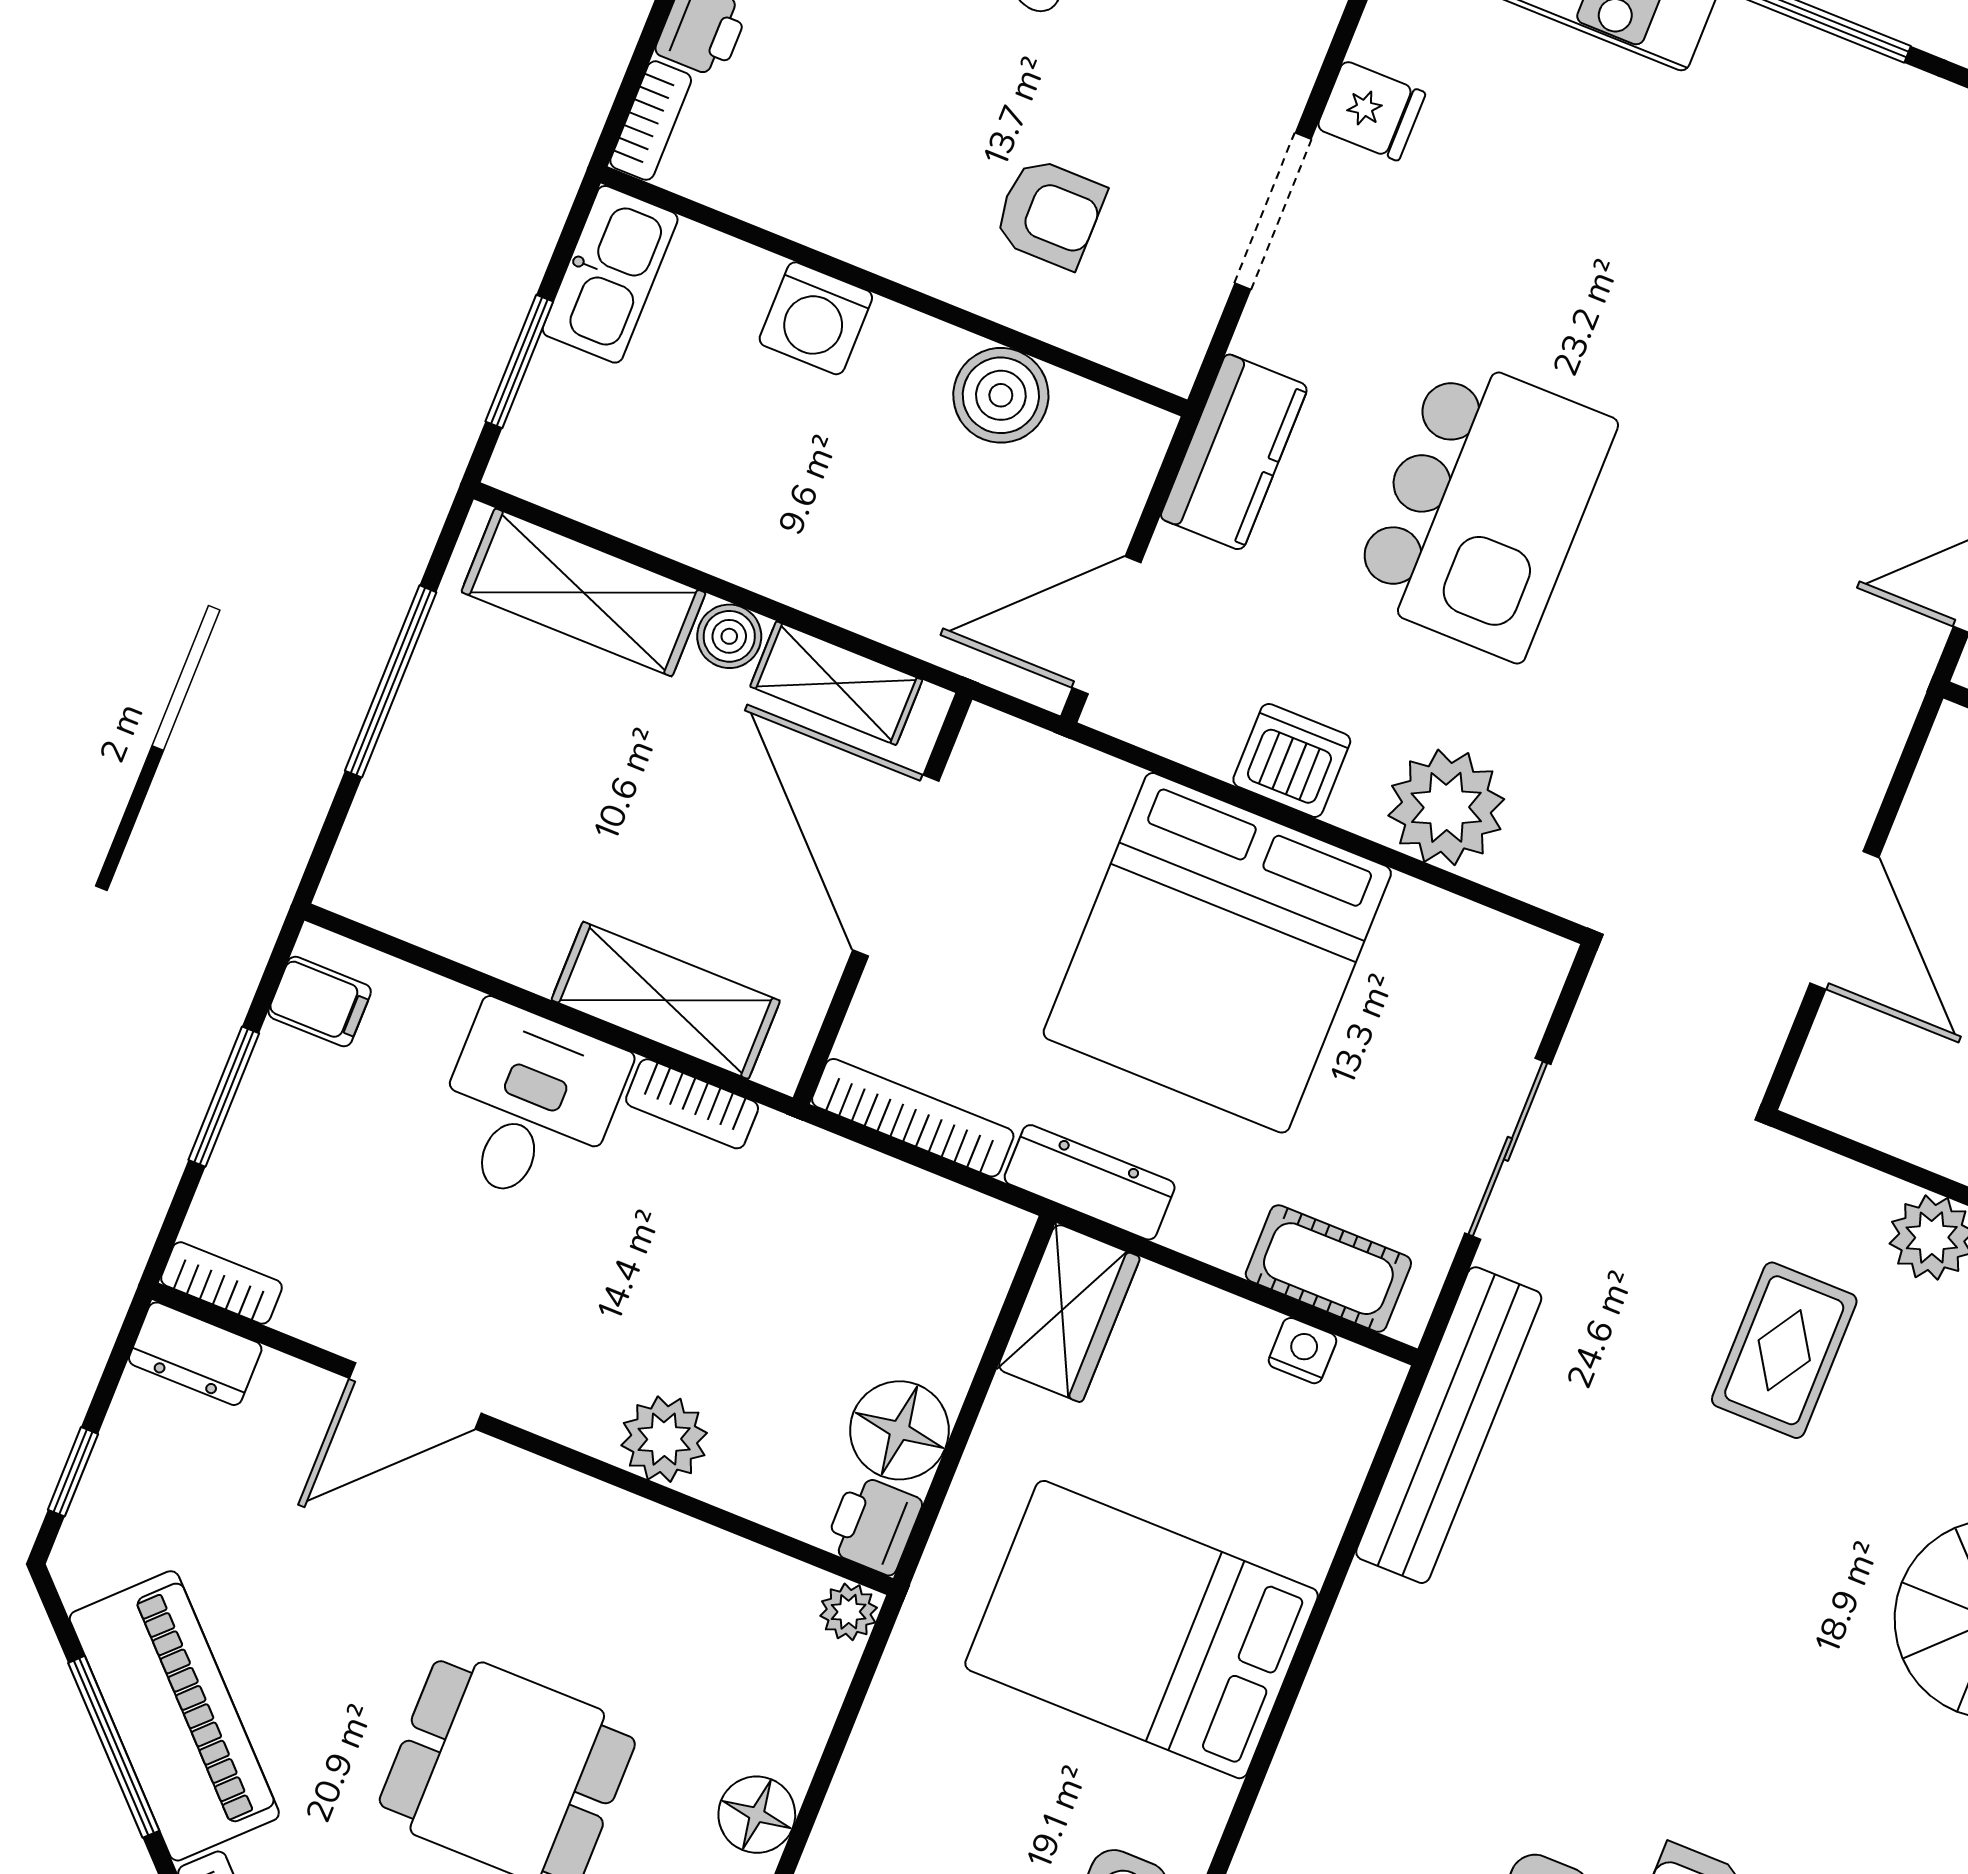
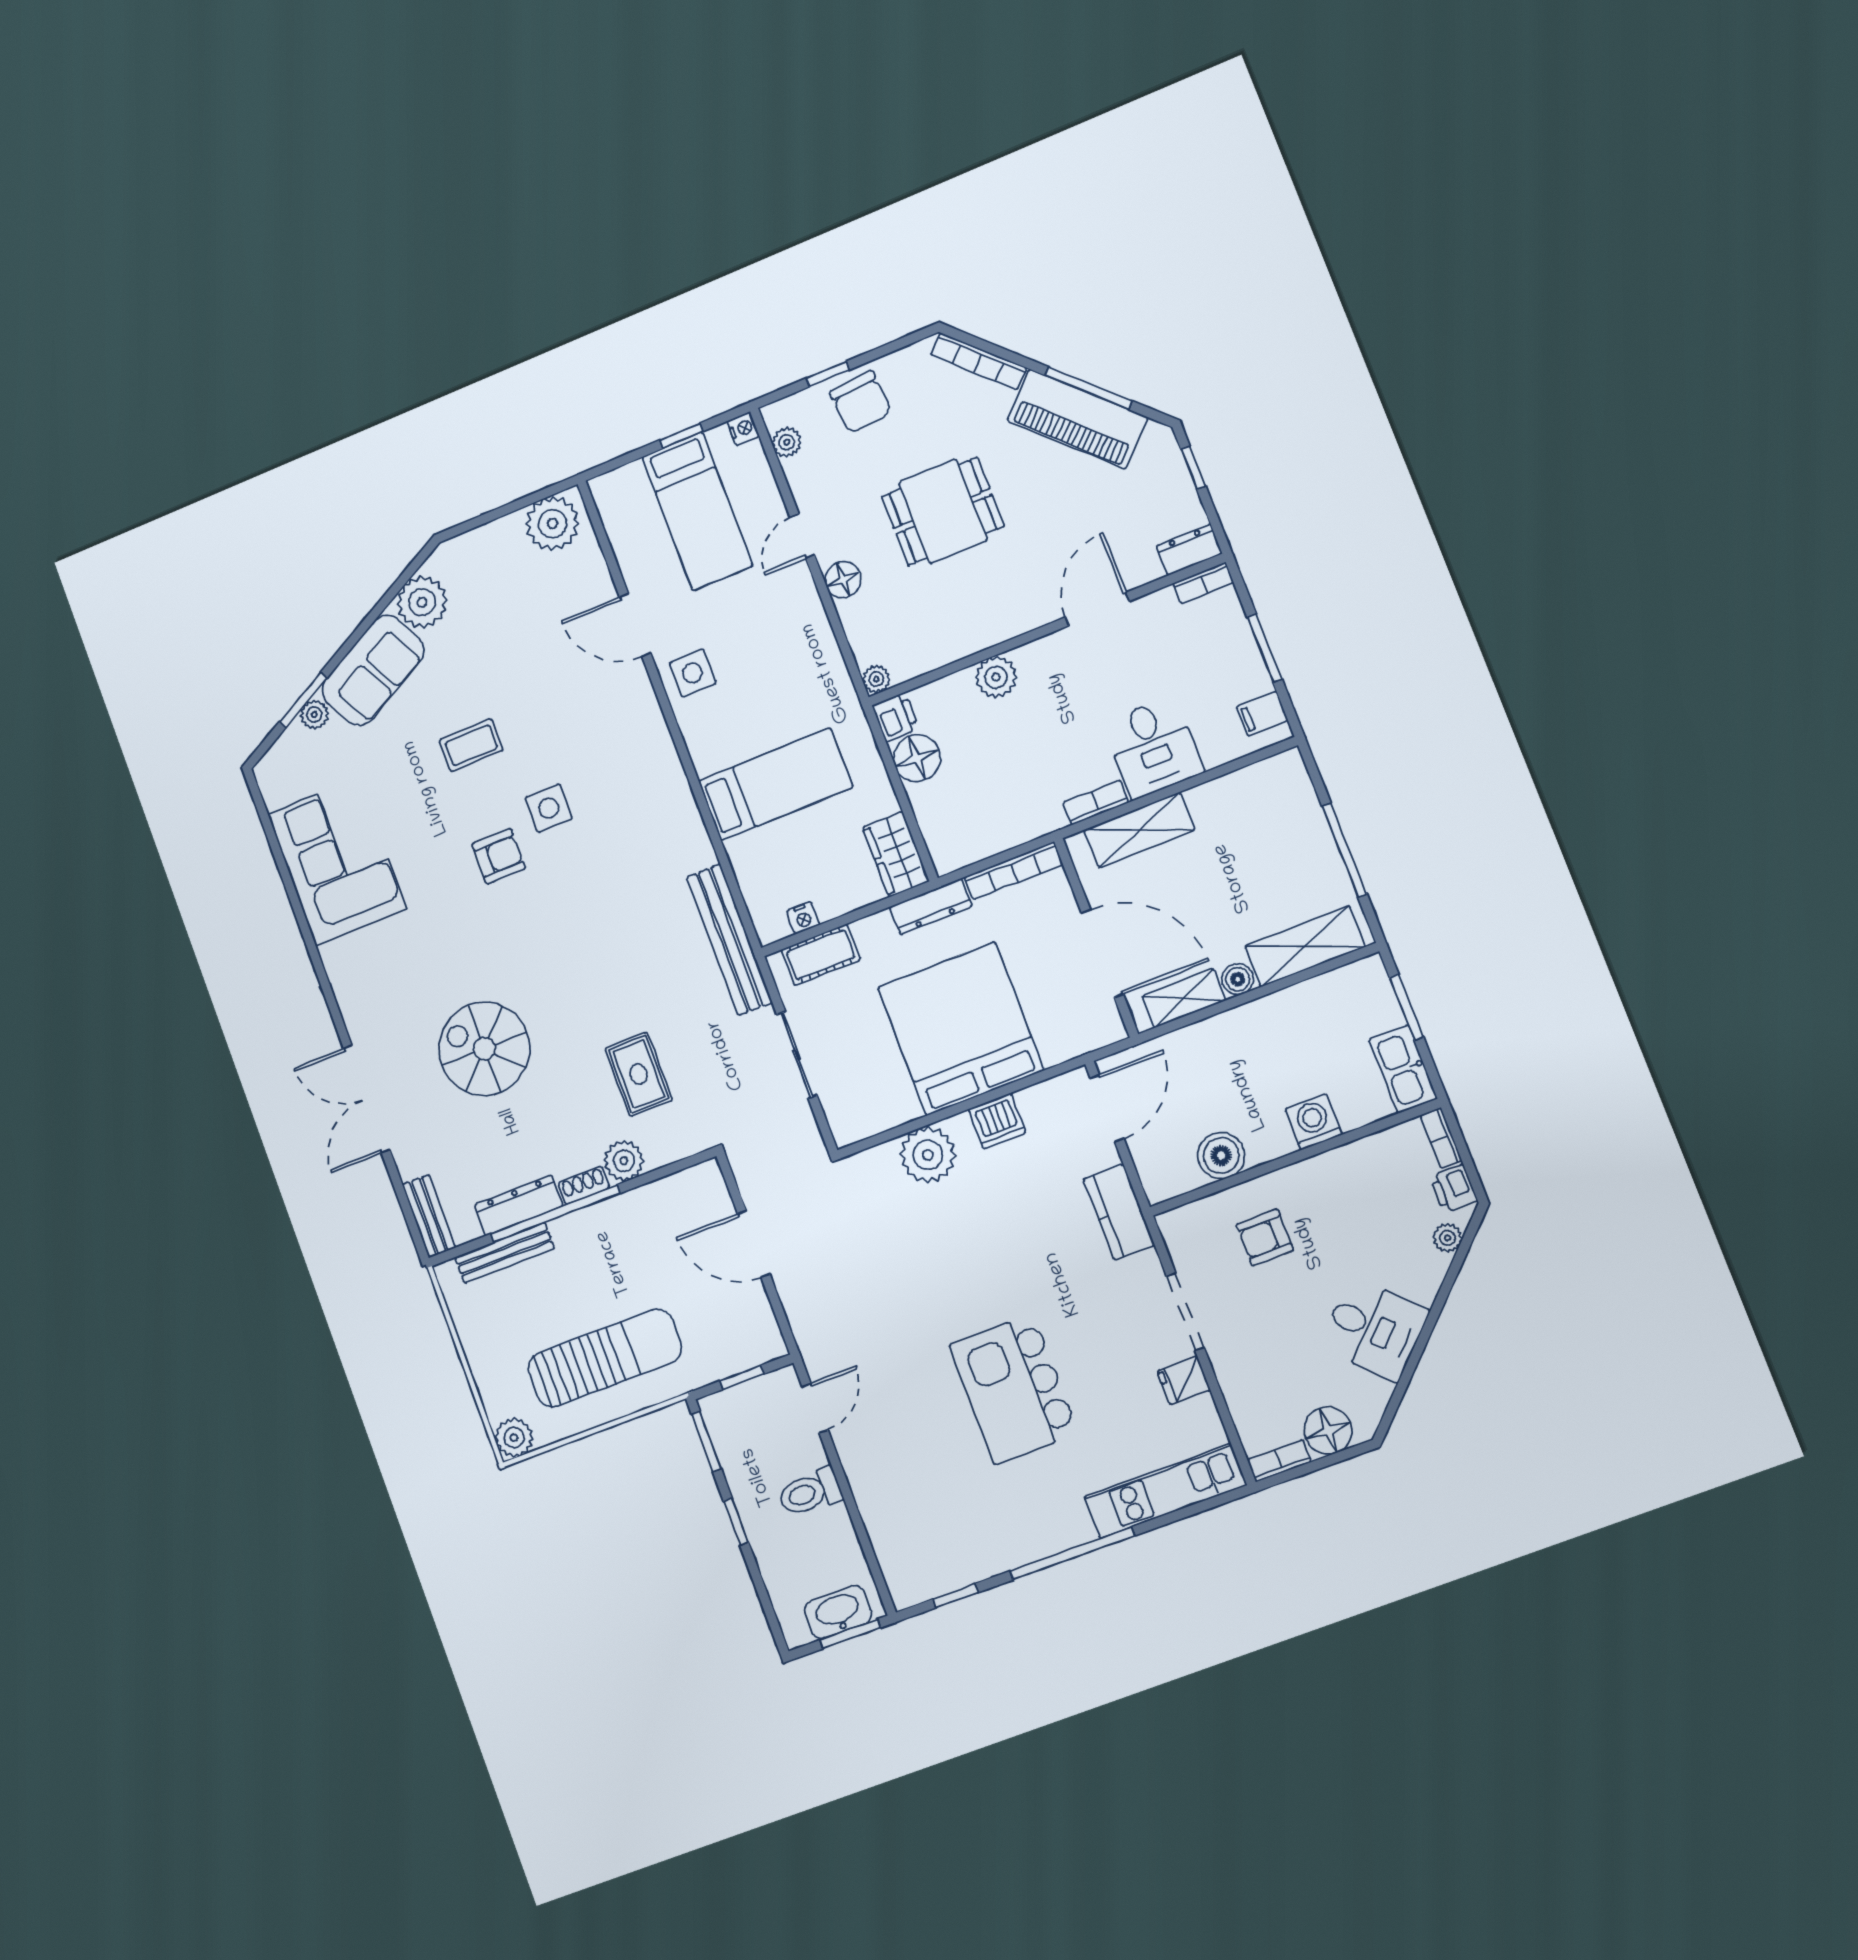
kitchen island: (1483, 508) -> (1014, 1389), moved
bed: (1142, 1630) -> (775, 784), width x0.67

